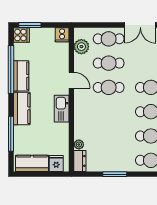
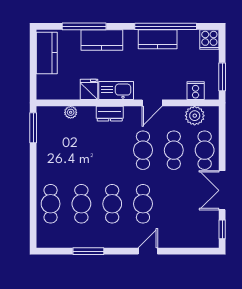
window: (30, 25) -> (222, 77), moved
cooker: (62, 35) -> (196, 91), moved, turned 90
kitchen counter: (22, 108) -> (102, 40), moved
dresser: (80, 161) -> (110, 114), moved
fridge: (56, 163) -> (89, 89), moved, turned -90
window: (115, 174) -> (33, 128), moved

